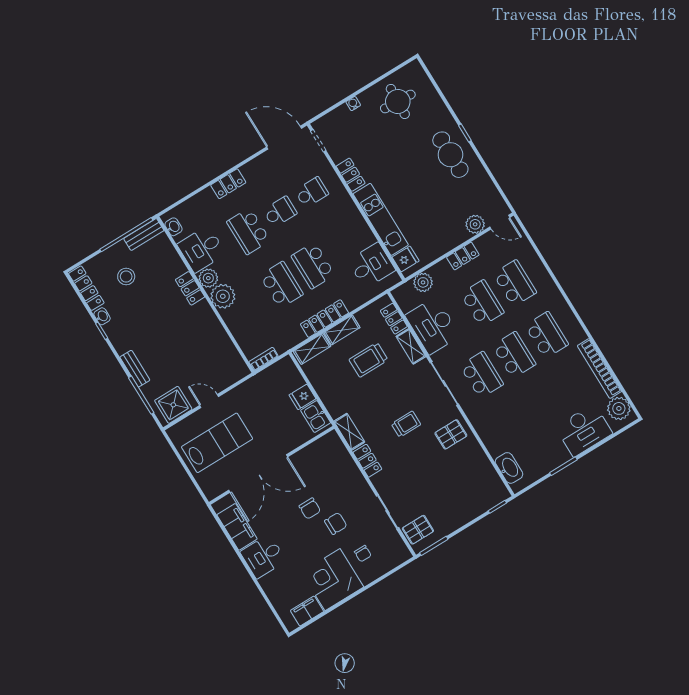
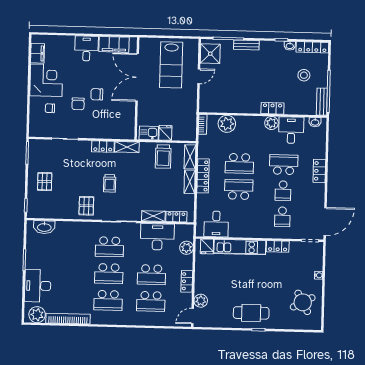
round table: (398, 101) -> (303, 302), turned -31
plant: (223, 296) -> (227, 124), moved
trolley: (369, 360) -> (163, 157), moved, turned 180
pallet: (418, 530) -> (45, 182), moved

